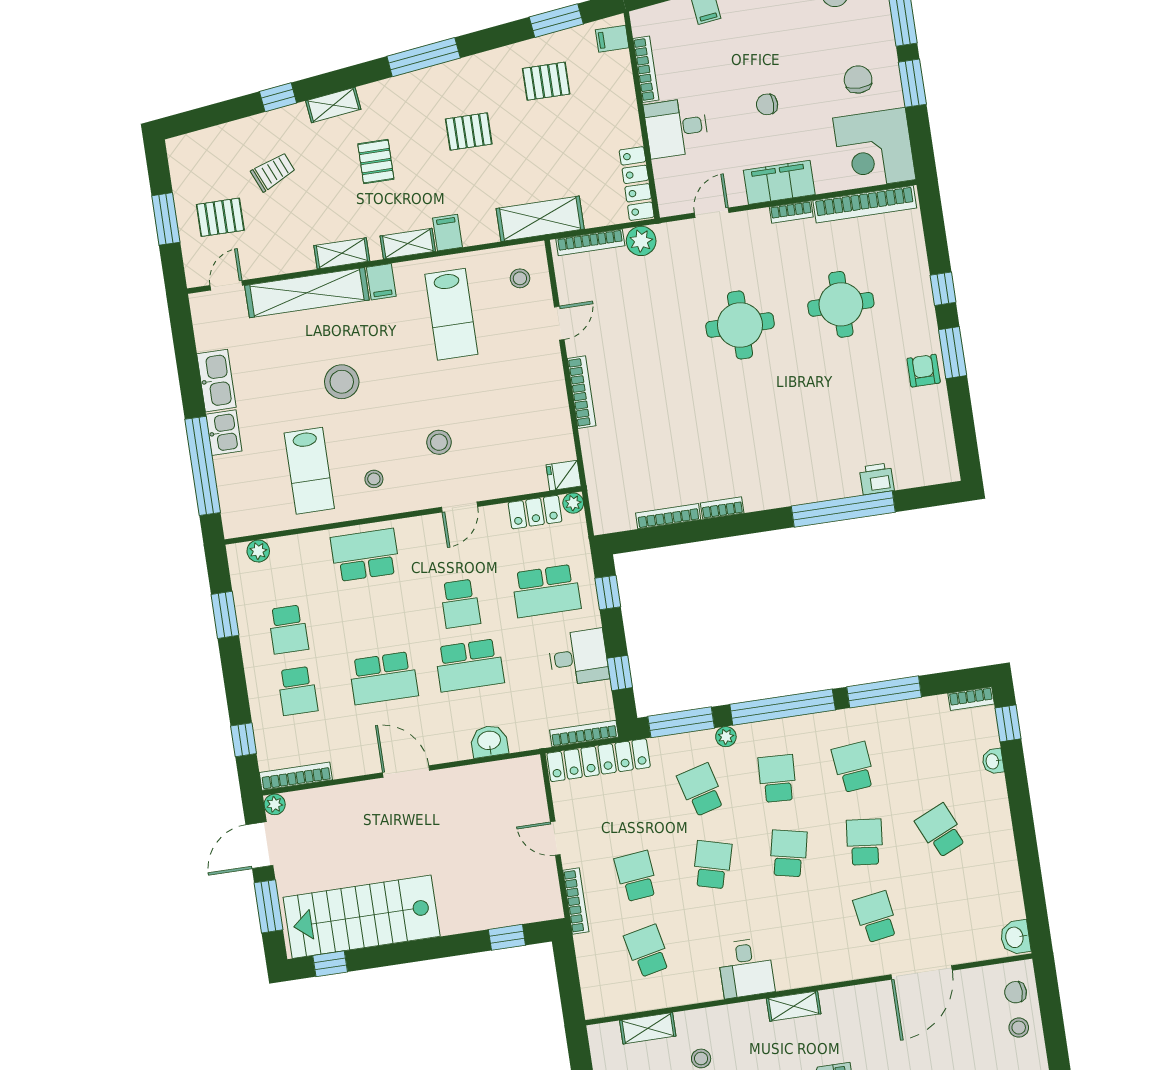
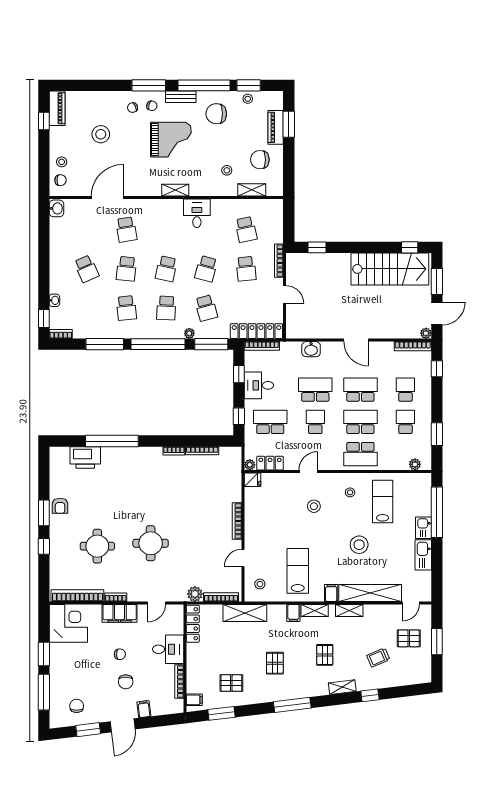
chair: (858, 79) -> (126, 682), moved
pallet: (469, 131) -> (275, 663), turned 90
printer: (877, 479) -> (85, 457), width x1.87, depth x1.48
school desk: (374, 617) -> (360, 422), added

